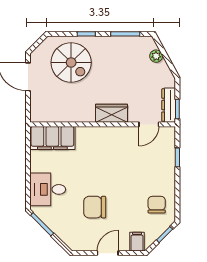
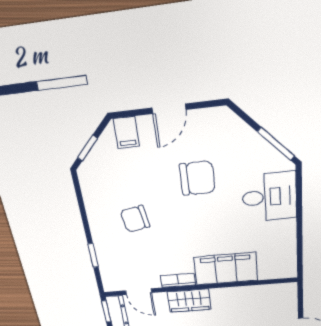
door: (149, 124) -> (139, 292), swing flipped
bookcase: (118, 131) -> (178, 280), added
filing cabinet: (52, 138) -> (226, 269), moved
chair: (157, 205) -> (135, 219), moved, turned 80

